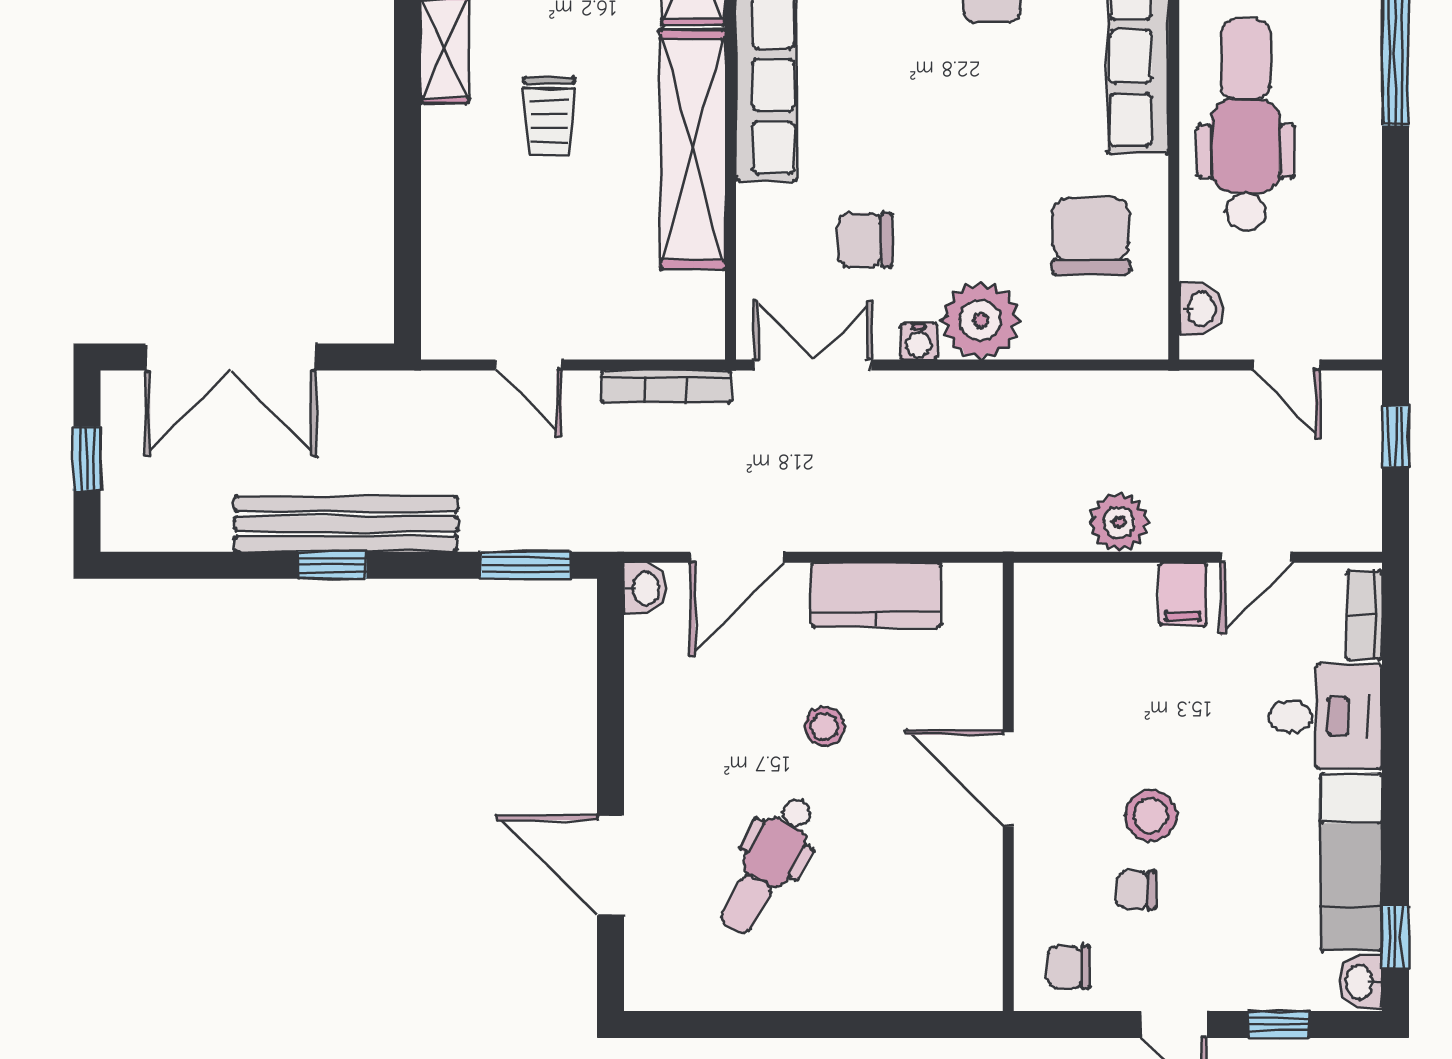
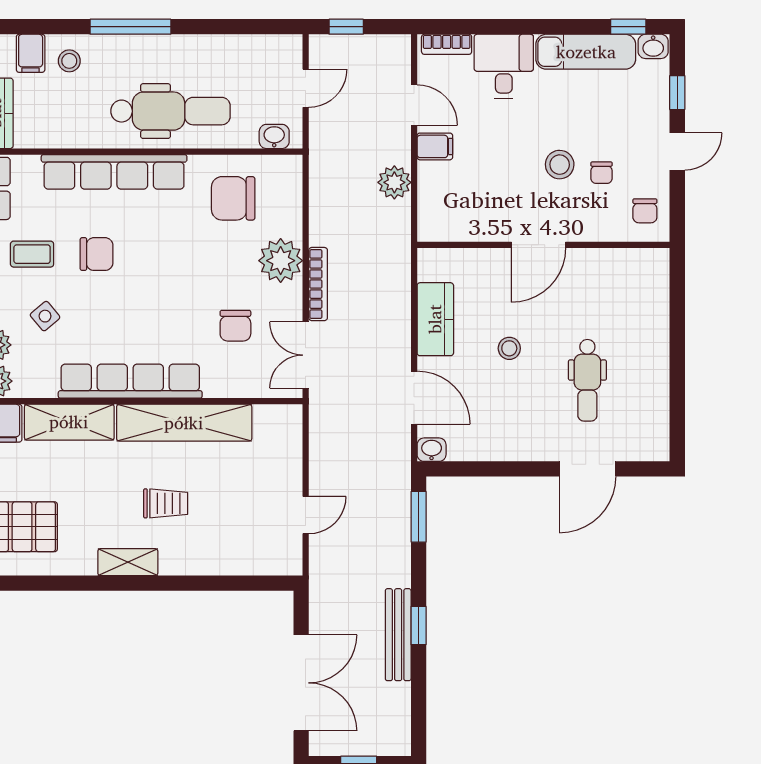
dental chair: (1246, 125) -> (170, 111), turned 180
water cooler: (919, 341) -> (292, 295), removed
bookcase: (666, 387) -> (318, 284), moved
bench: (346, 524) -> (398, 635), width x0.73, depth x0.82
dental chair: (768, 865) -> (587, 380), turned 61

